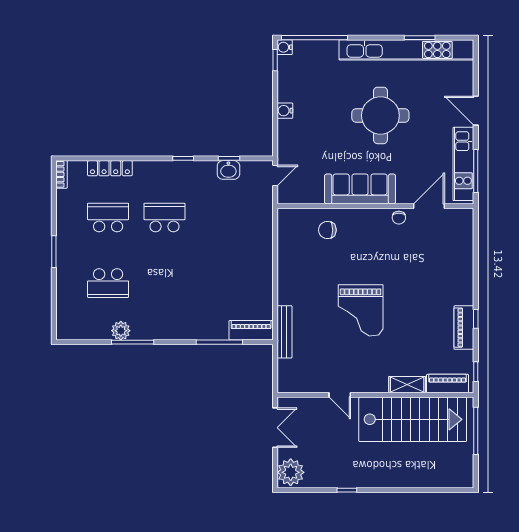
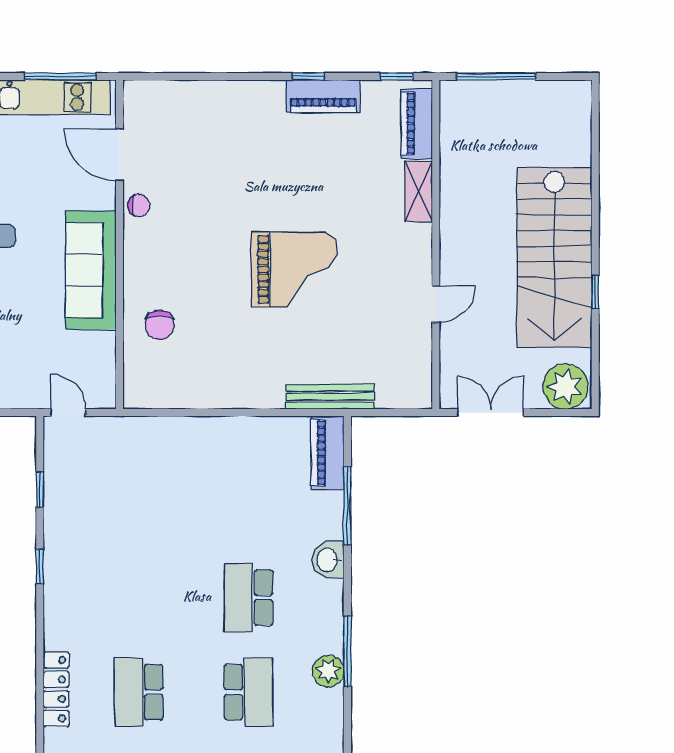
washbasin: (228, 170) -> (328, 560), moved, turned 180
school desk: (165, 218) -> (248, 598), moved
stairs: (413, 419) -> (554, 257), moved, turned 180

